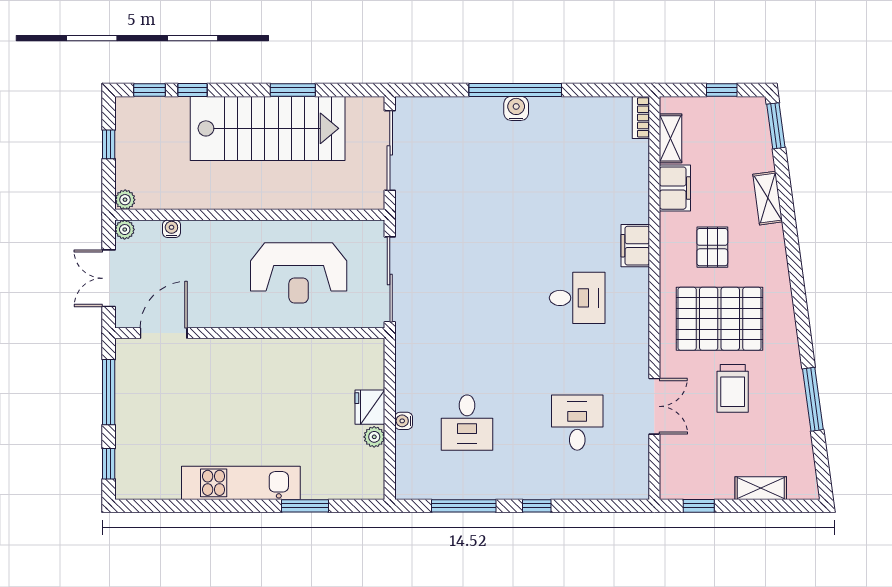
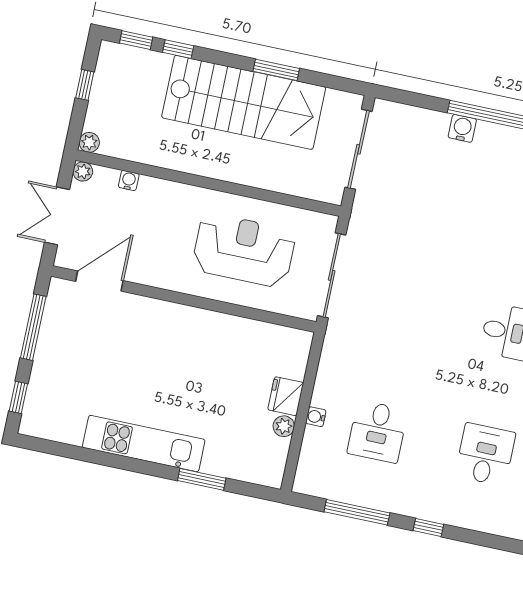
water cooler: (516, 108) -> (462, 128), moved
reception desk: (299, 273) -> (244, 250), turned 180

